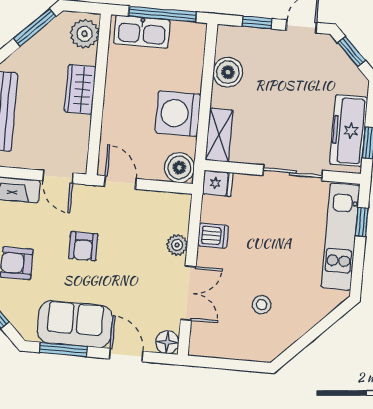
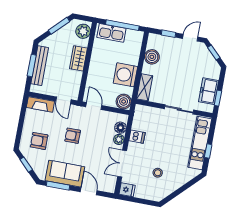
freezer: (349, 131) -> (209, 91), width x0.71
fridge: (218, 183) -> (127, 190), moved
window: (362, 222) -> (208, 151), moved
armchair: (83, 246) -> (73, 136), turned 90
double door: (188, 293) -> (122, 164), swing flipped
floor lamp: (167, 342) -> (120, 128), moved

